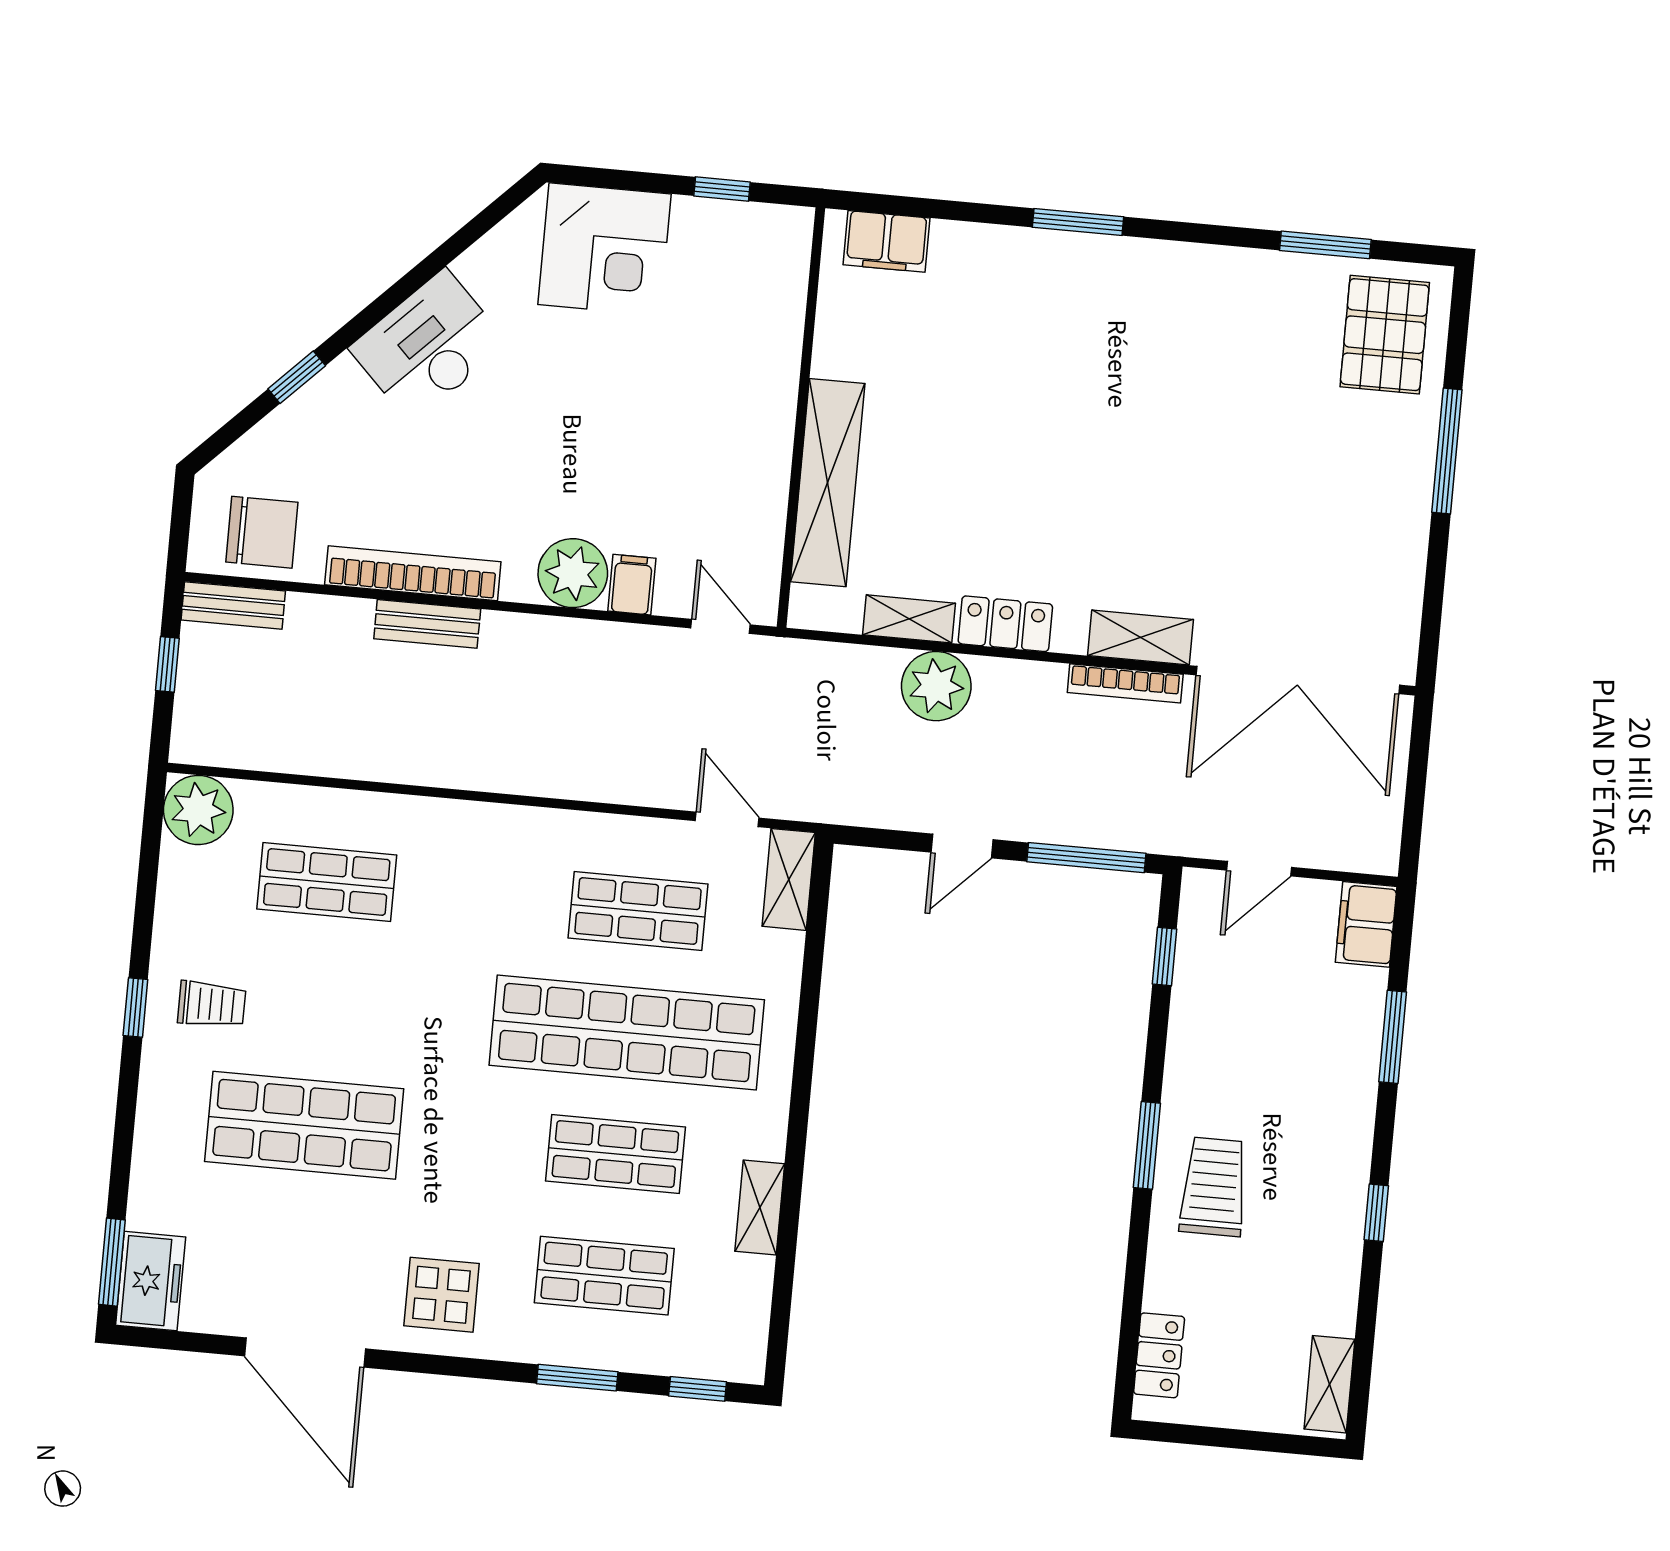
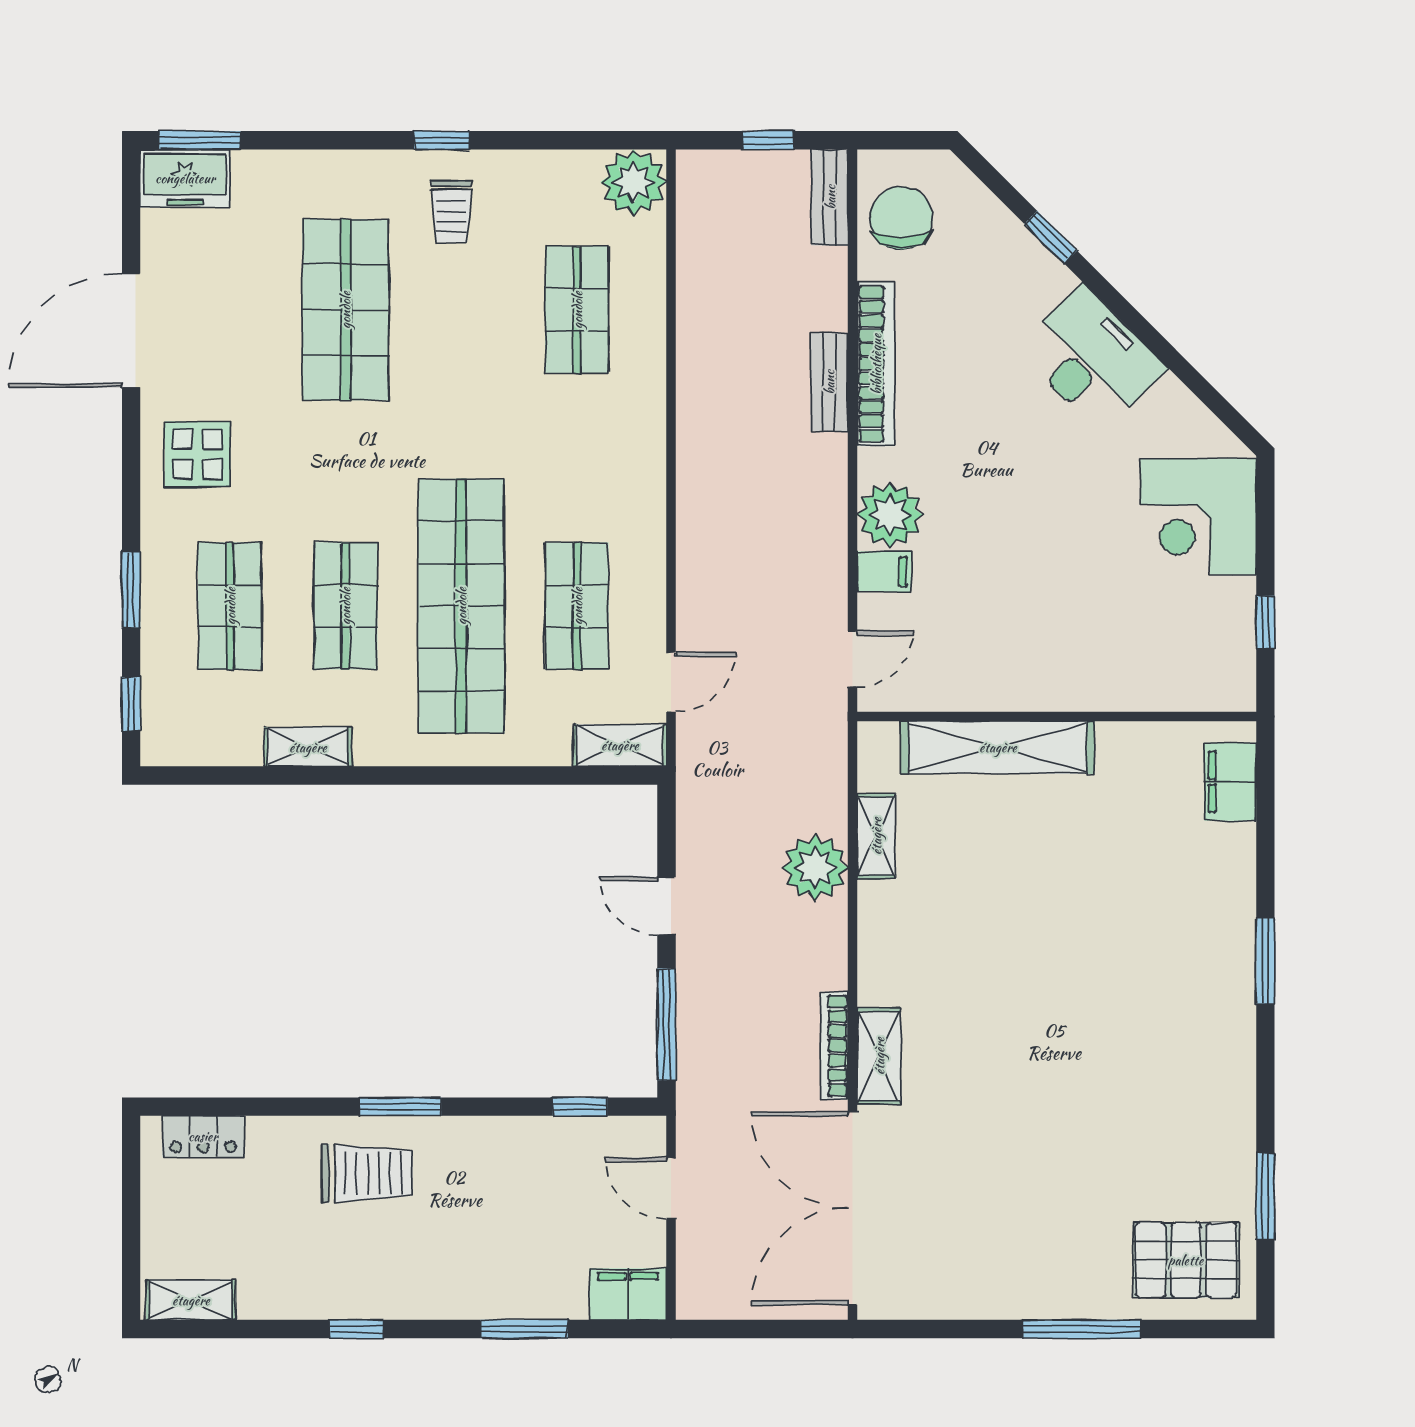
chair: (262, 532) -> (901, 218), turned 180
locker: (1005, 624) -> (880, 927), removed

